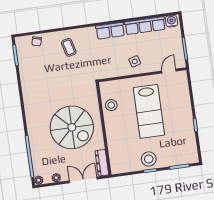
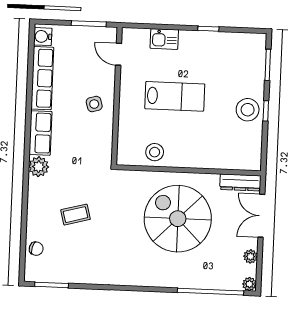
plant: (89, 33) -> (39, 167), added
coffee table: (69, 47) -> (75, 215), moved
kitchen sink: (184, 98) -> (164, 39), added
lab bench: (149, 111) -> (175, 96), width x0.73, depth x0.72
spiral stairs: (72, 127) -> (178, 219), turned -90

